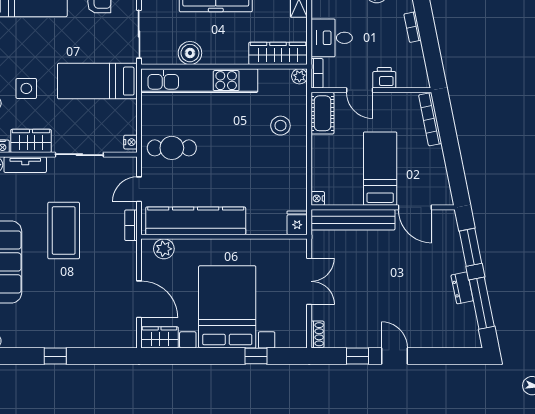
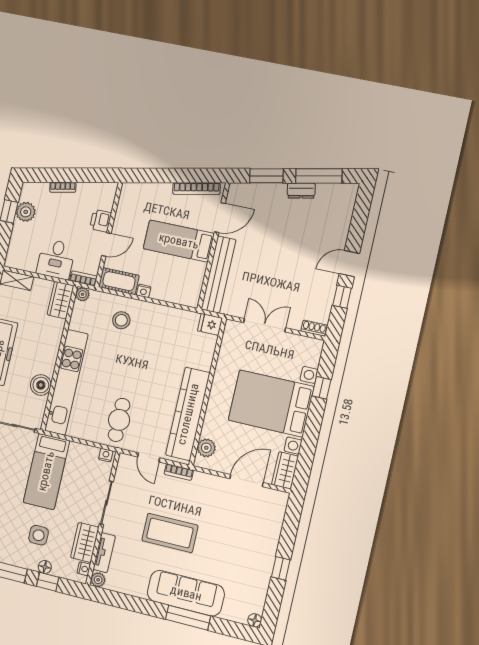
wardrobe: (278, 53) -> (61, 300), width x0.67
bookcase: (430, 119) -> (197, 189), moved
nightstand: (318, 198) -> (144, 291), moved

